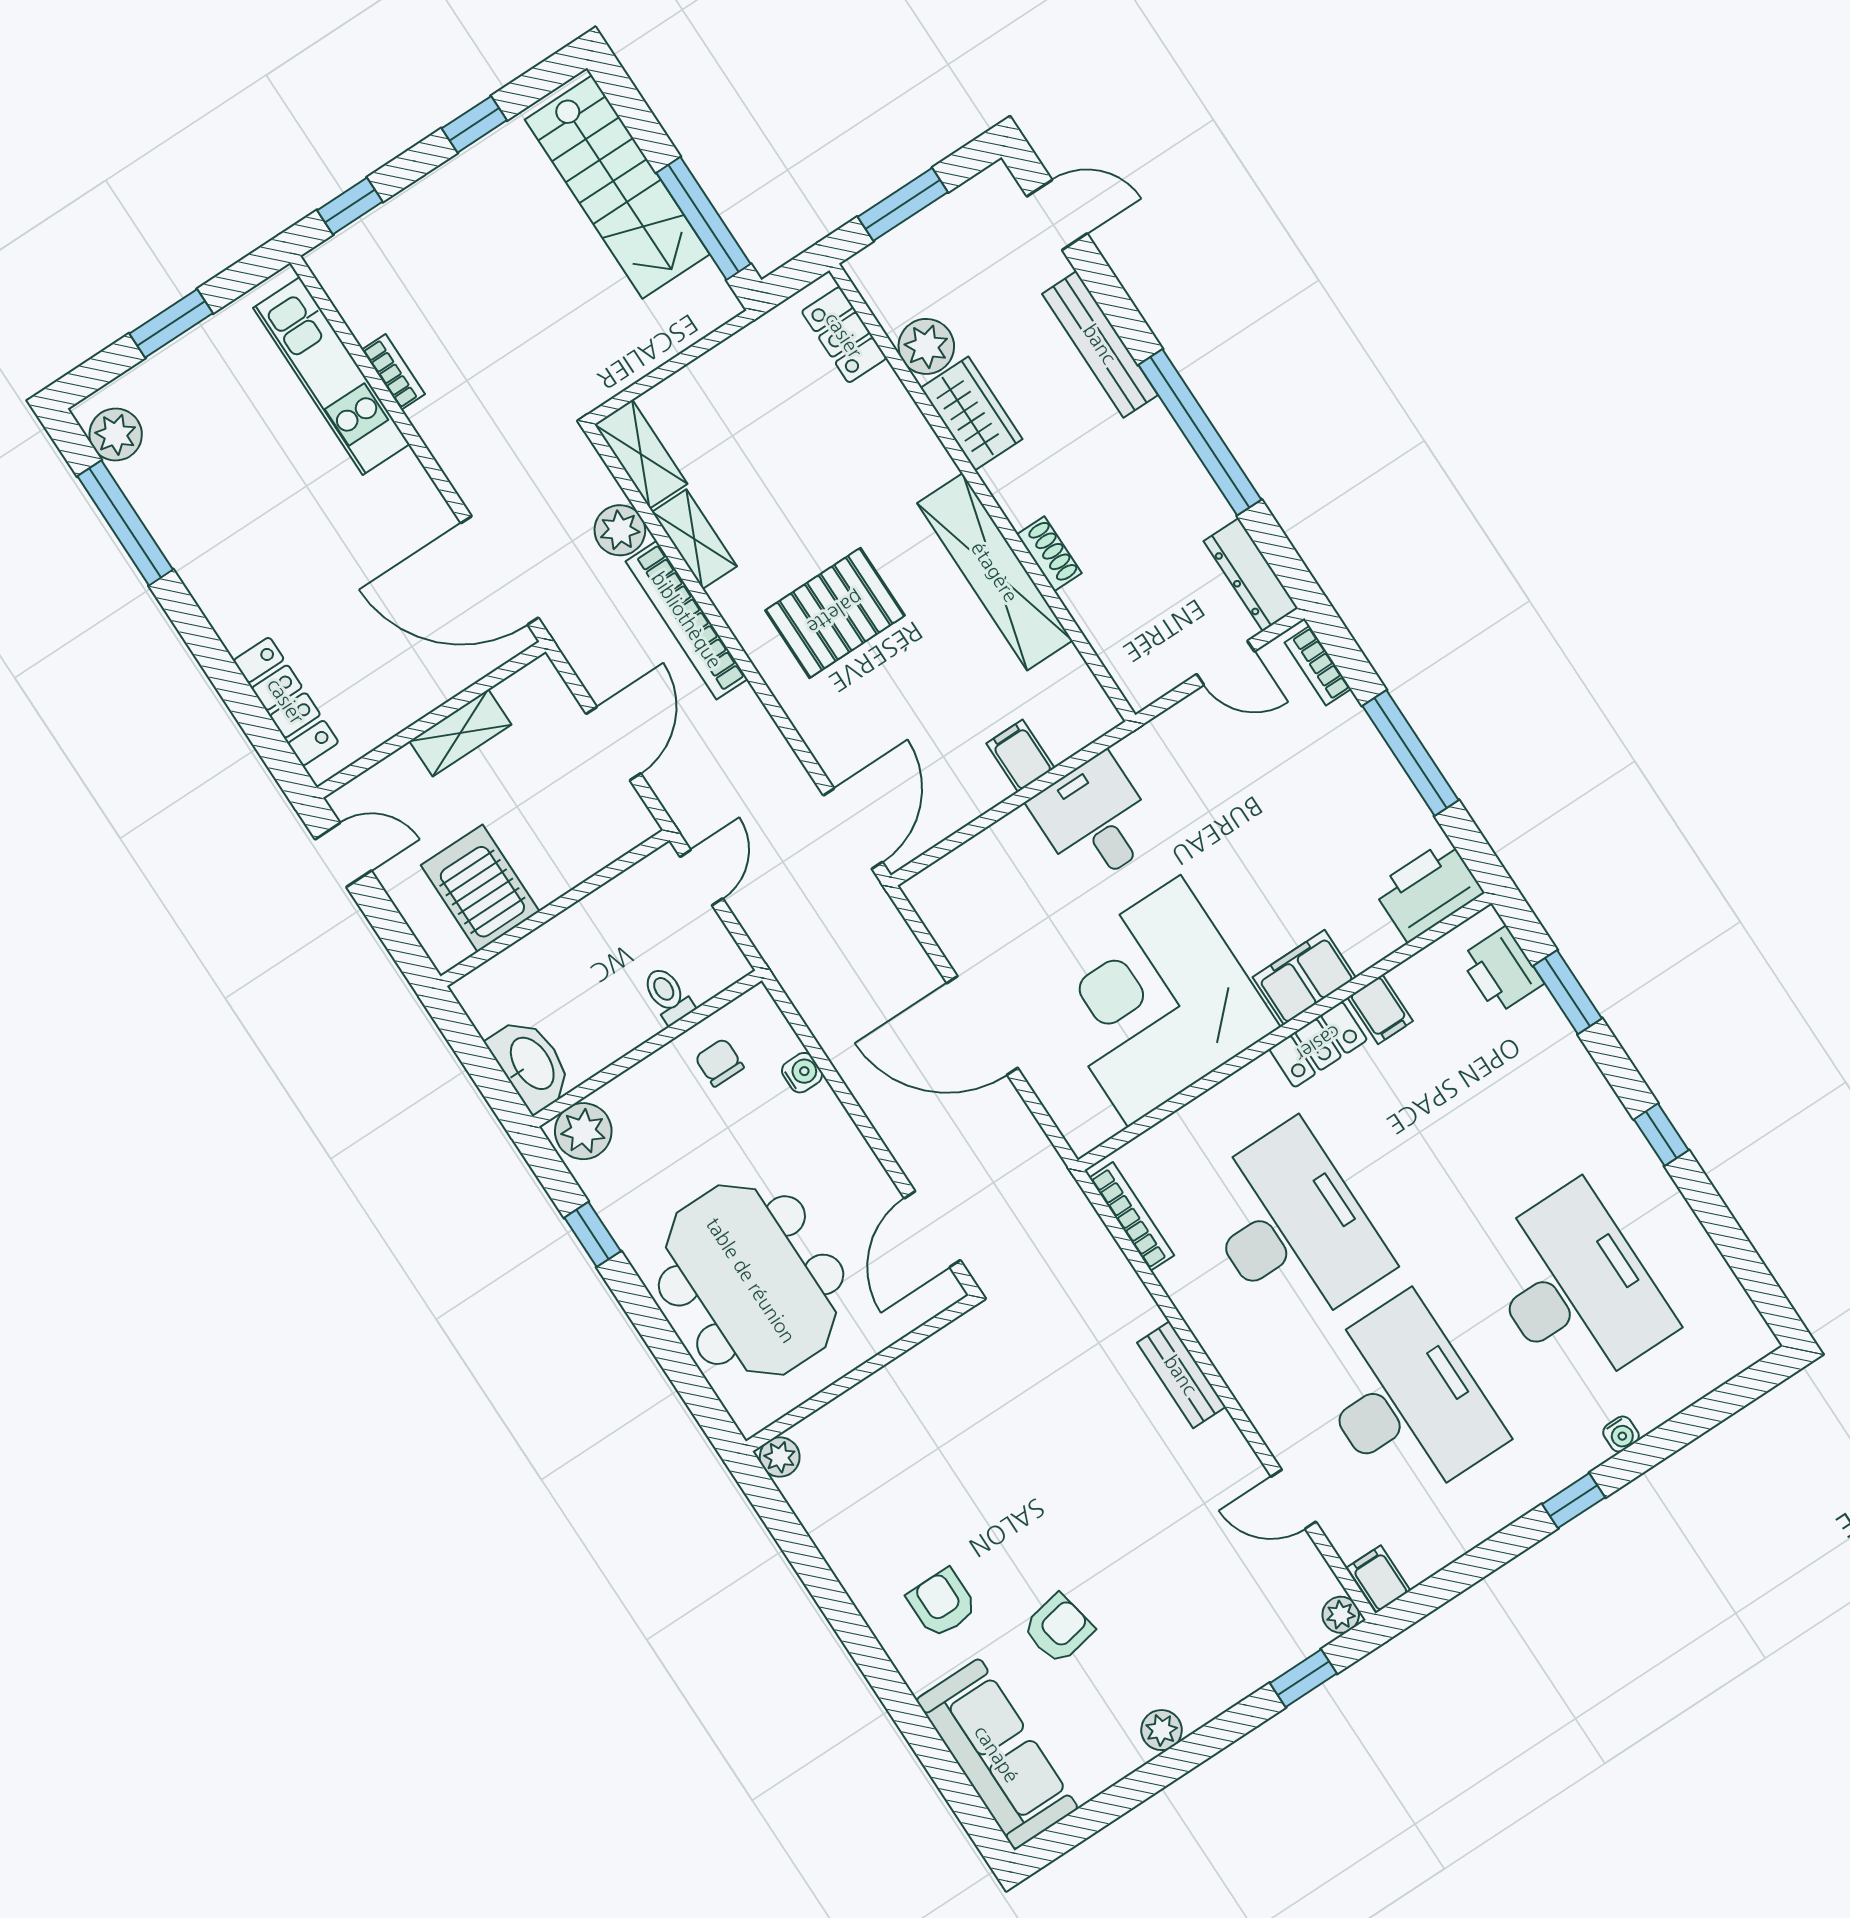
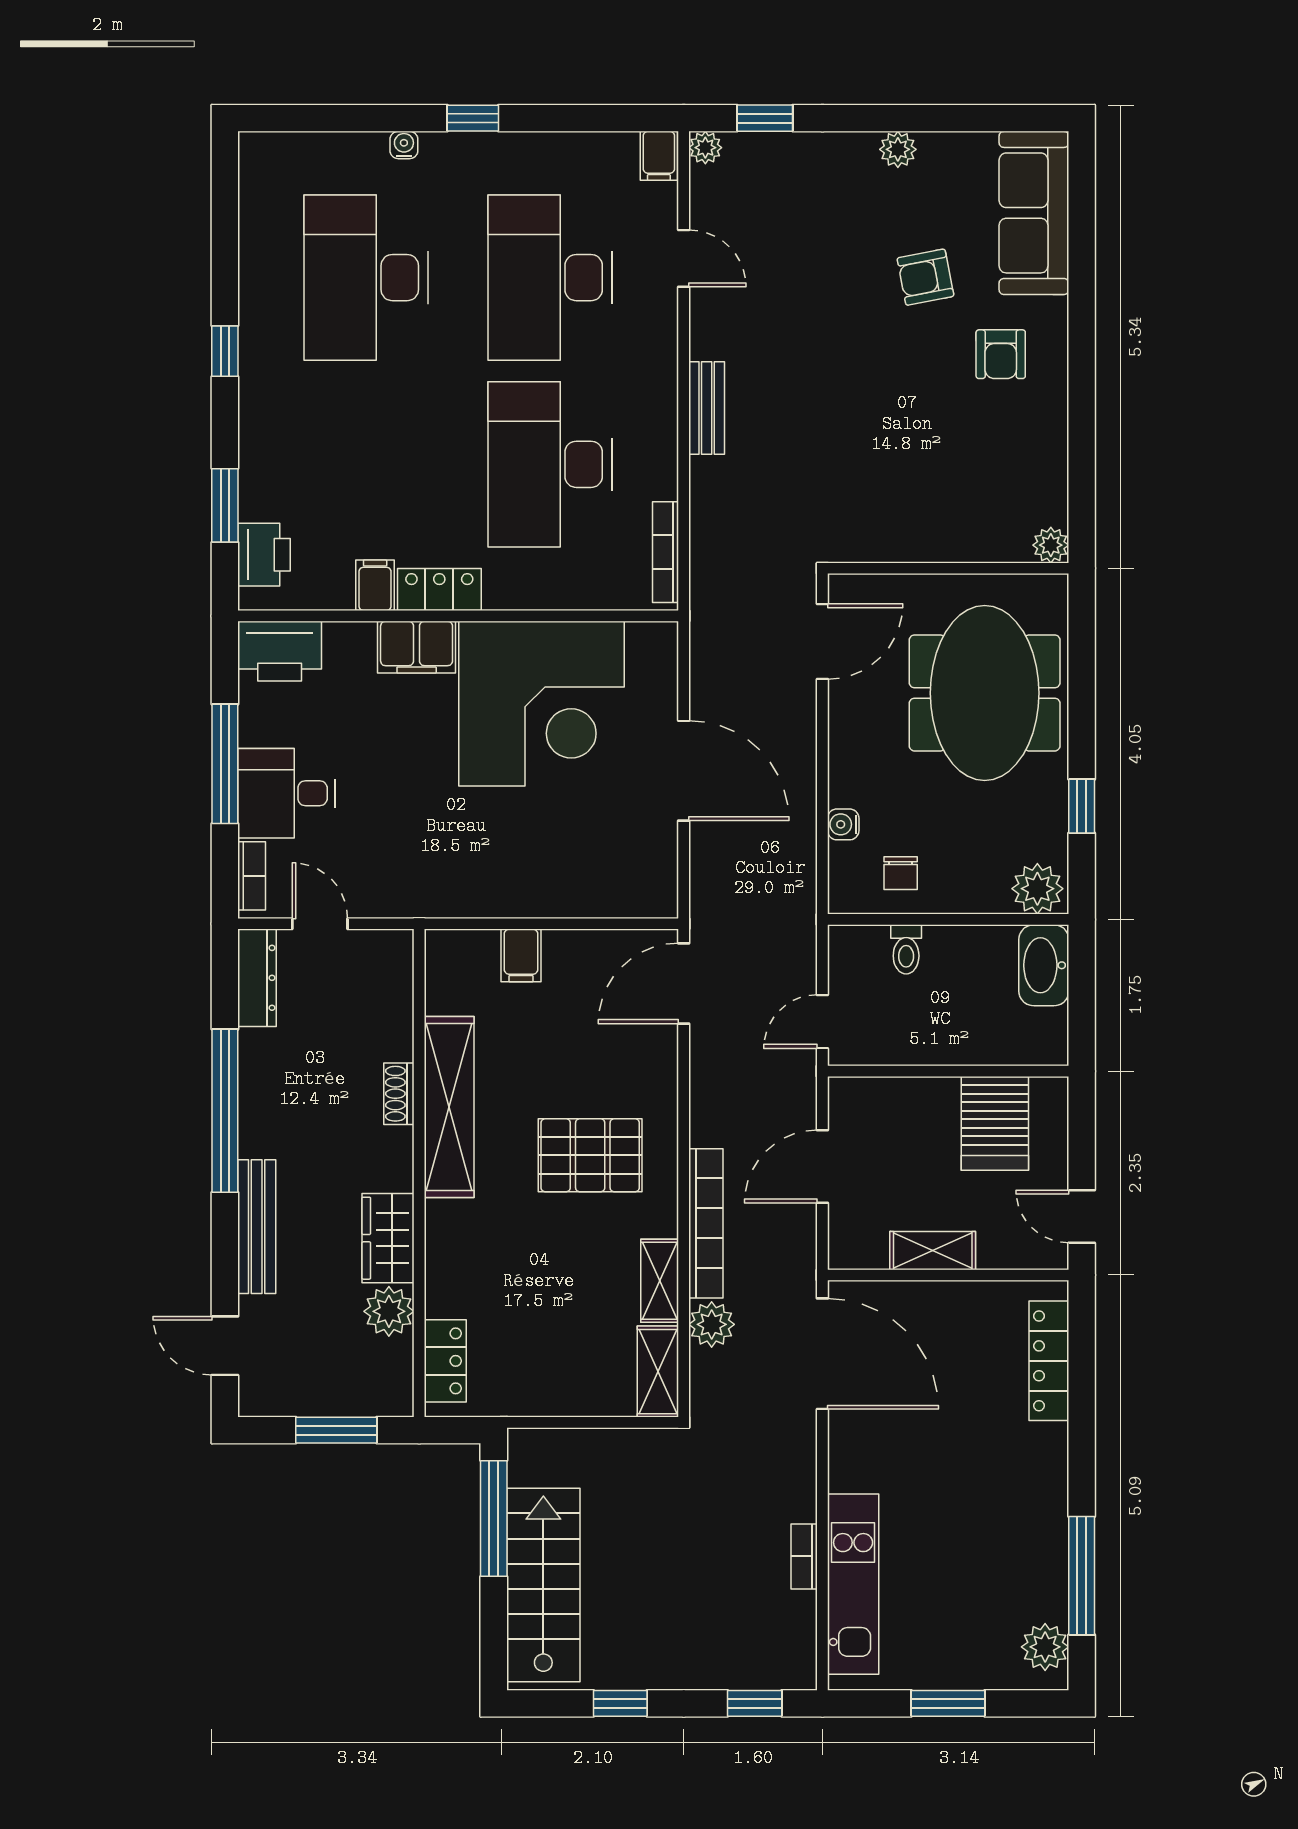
desk: (1095, 820) -> (286, 793), moved, turned 90

